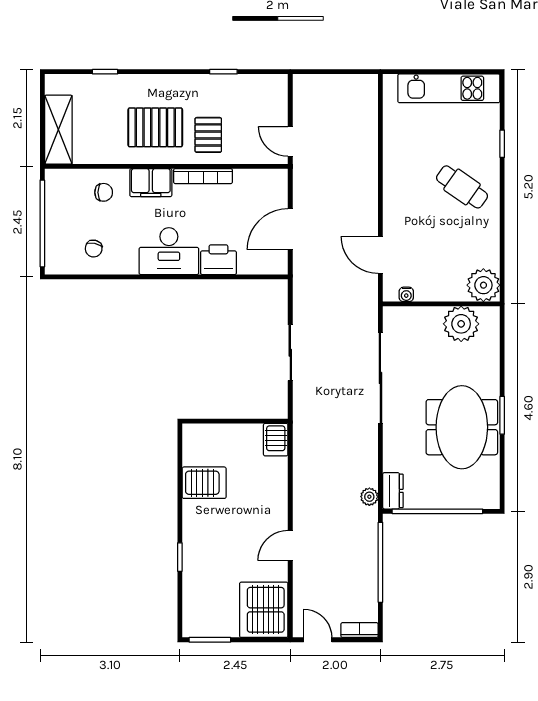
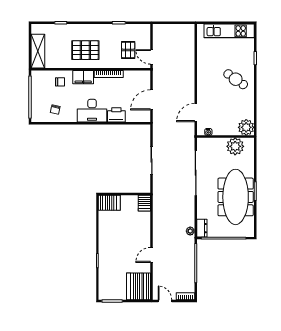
pallet: (208, 135) -> (128, 50), moved
door: (380, 255) -> (196, 113), hinge flipped
meeting table: (462, 427) -> (236, 197), width x1.36
server rack: (204, 483) -> (109, 203), moved

